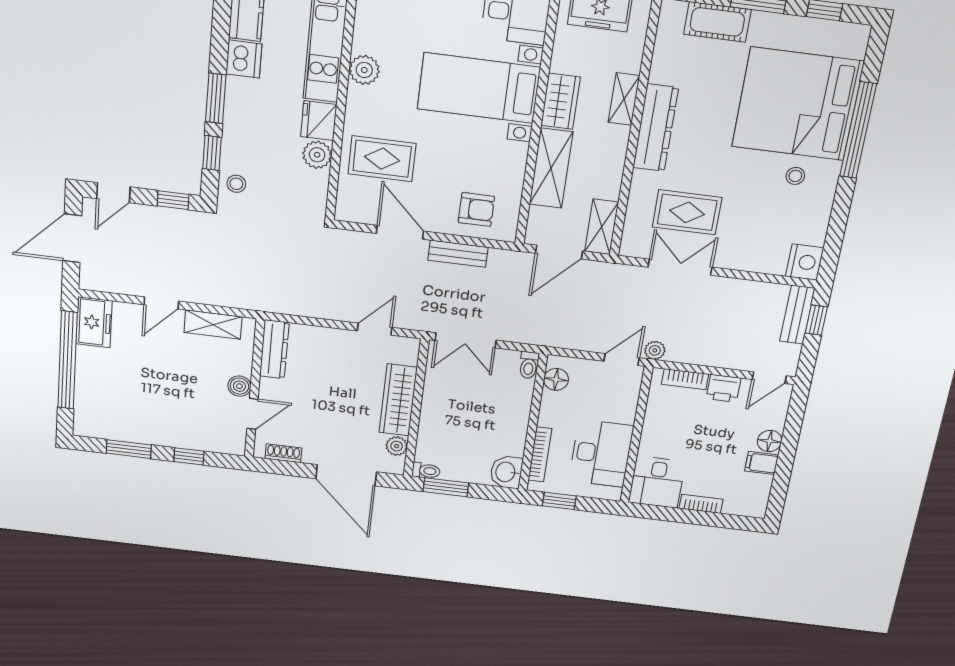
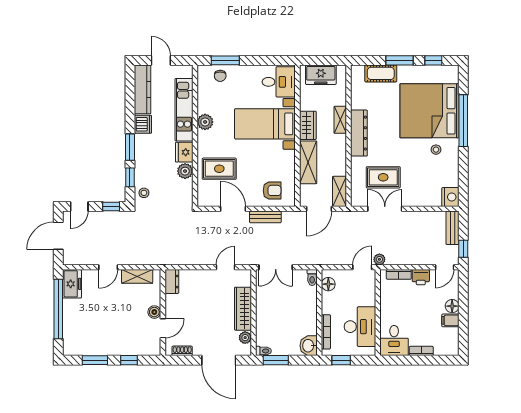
window: (816, 320) -> (463, 249), moved
dresser: (274, 349) -> (172, 282), width x0.70

